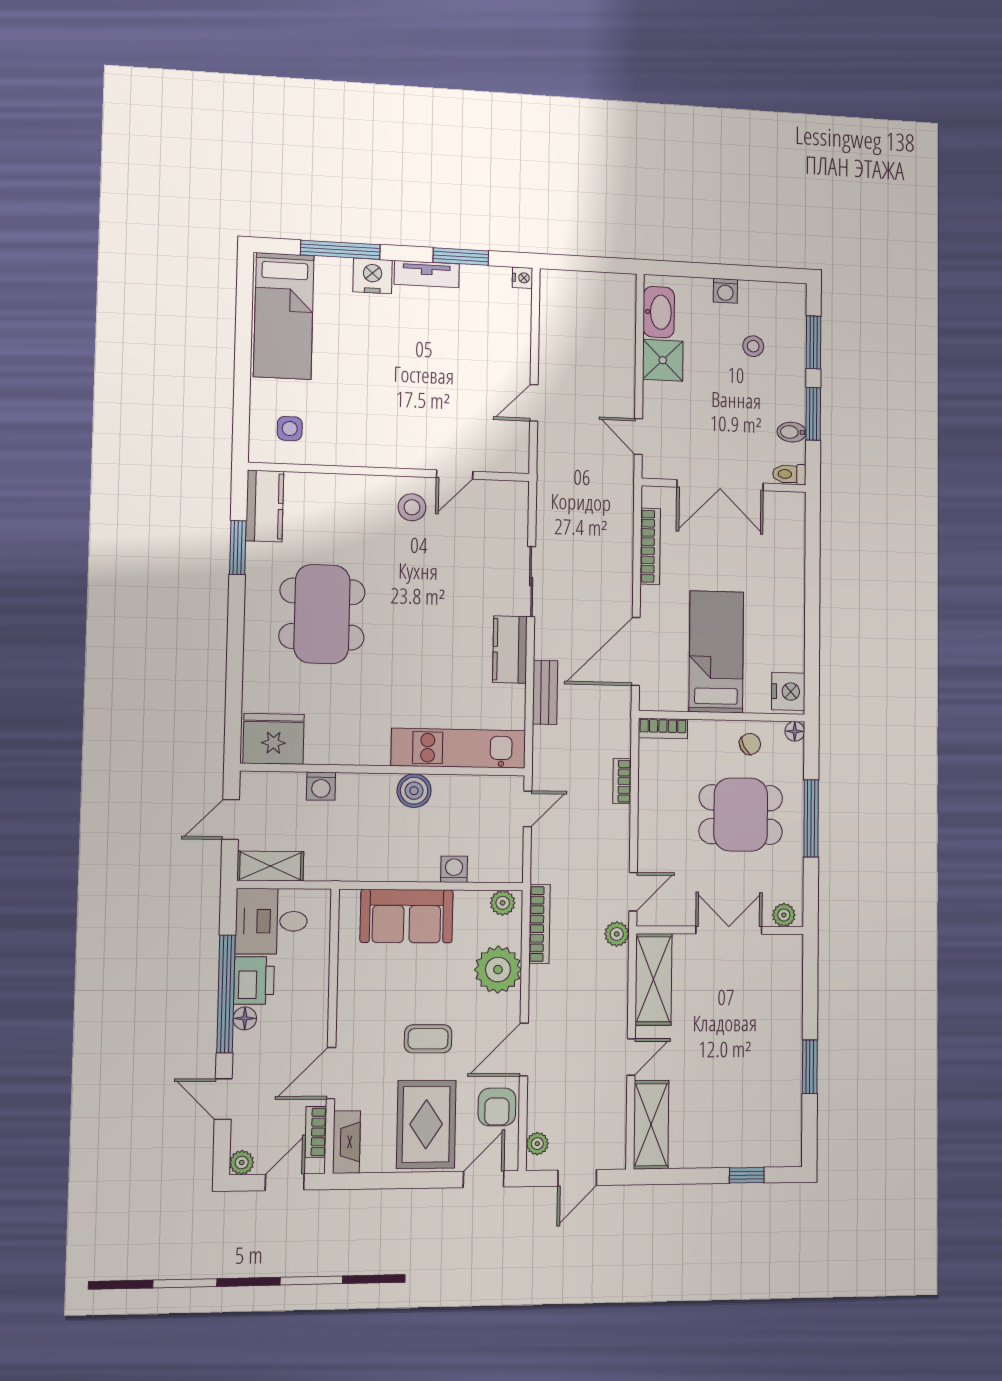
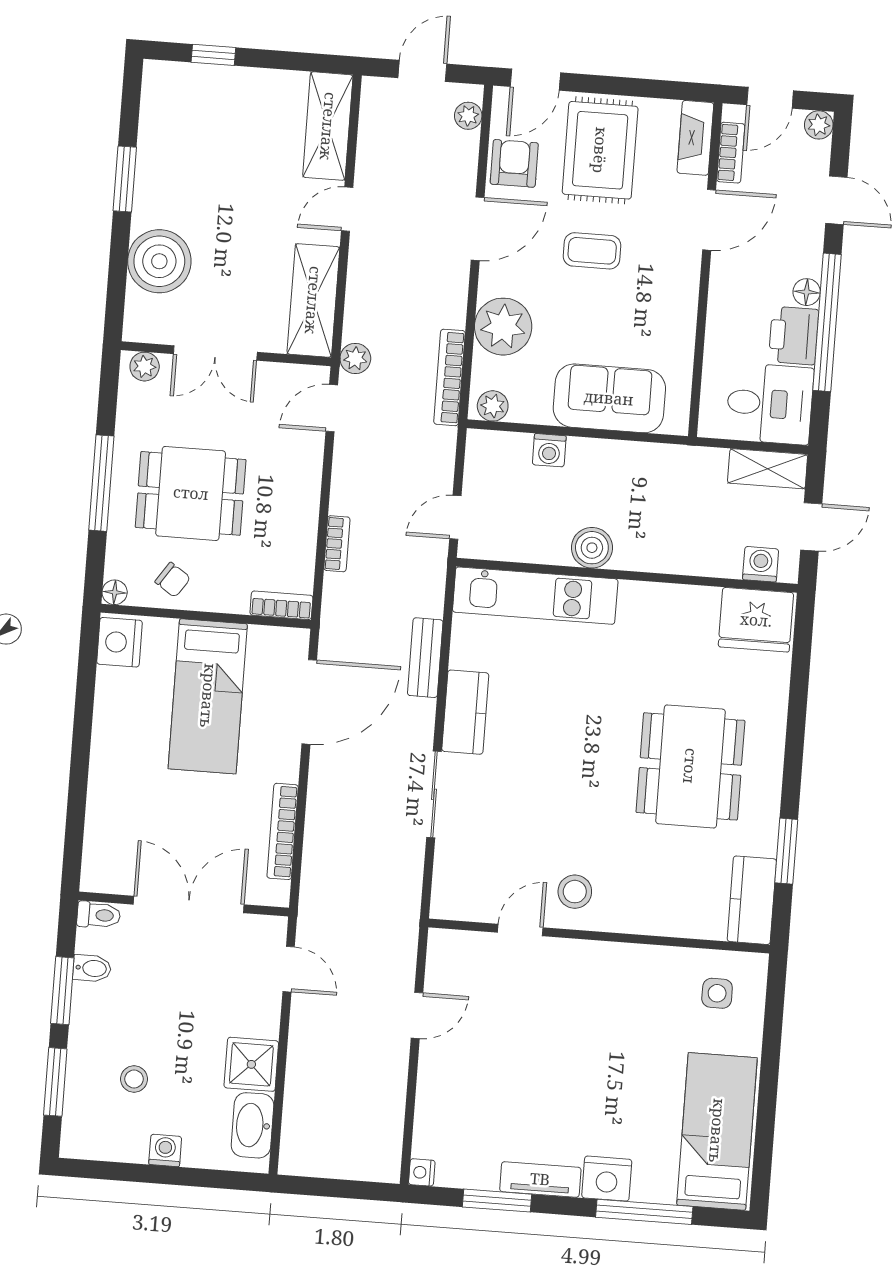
chair: (750, 744) -> (173, 580), turned -117
washing machine: (321, 786) -> (761, 564), moved
boiler: (778, 1002) -> (159, 261), added

